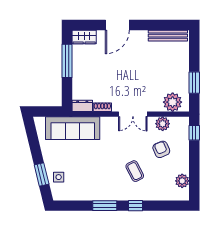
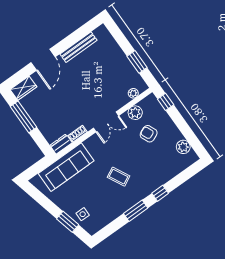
bench: (168, 36) -> (78, 47), moved
plant: (173, 102) -> (133, 93), width x0.53, depth x0.53
coffee table: (135, 171) -> (119, 177), moved

